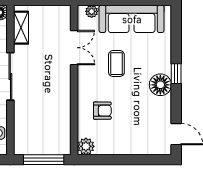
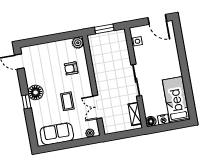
sofa: (132, 19) -> (57, 134), width x0.73
window: (44, 160) -> (104, 29), width x0.69

